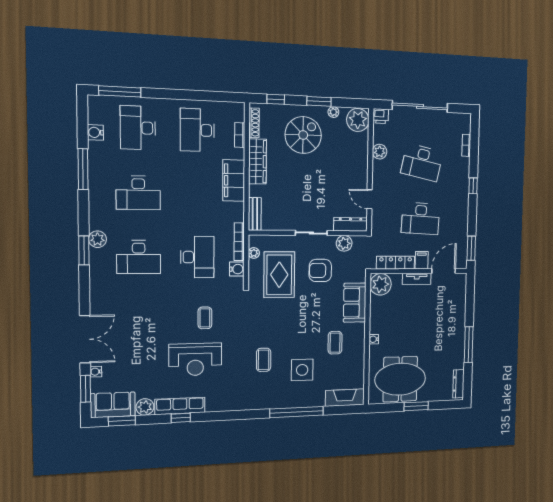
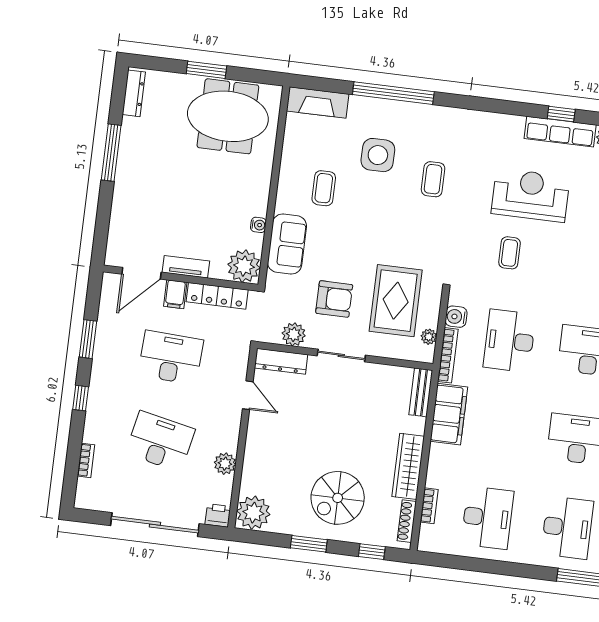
plant: (333, 112) -> (289, 527), removed
filing cabinet: (234, 180) -> (449, 414), moved
window: (471, 248) -> (88, 339), moved
water cooler: (374, 339) -> (258, 225), moved

